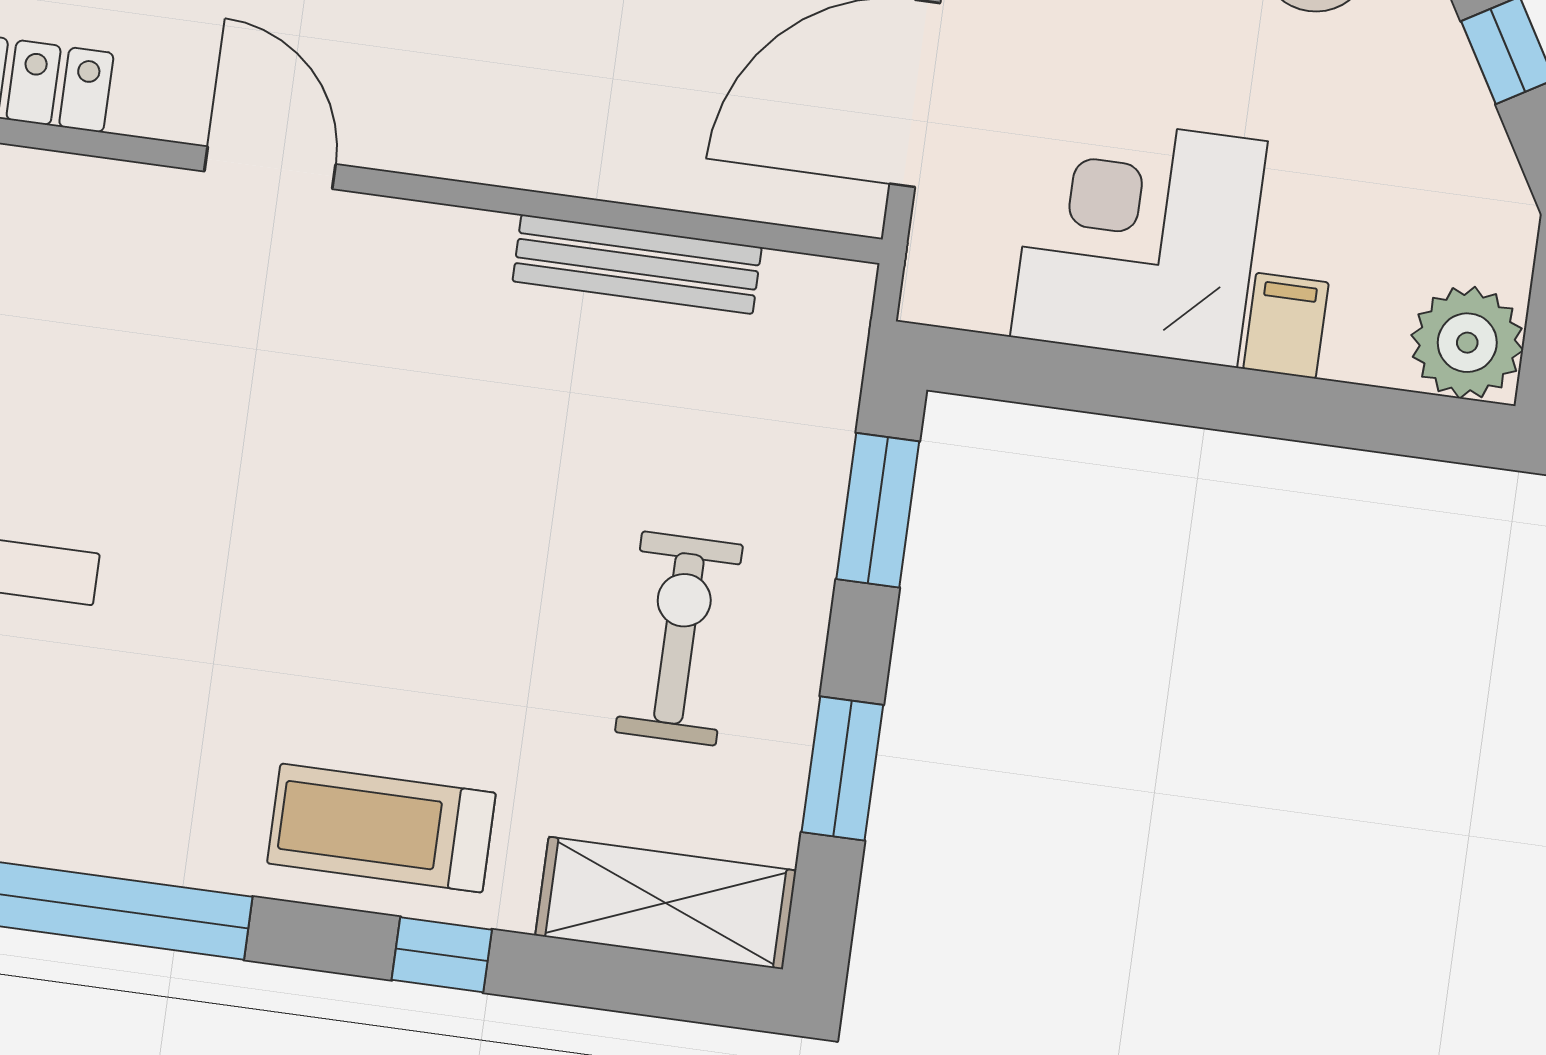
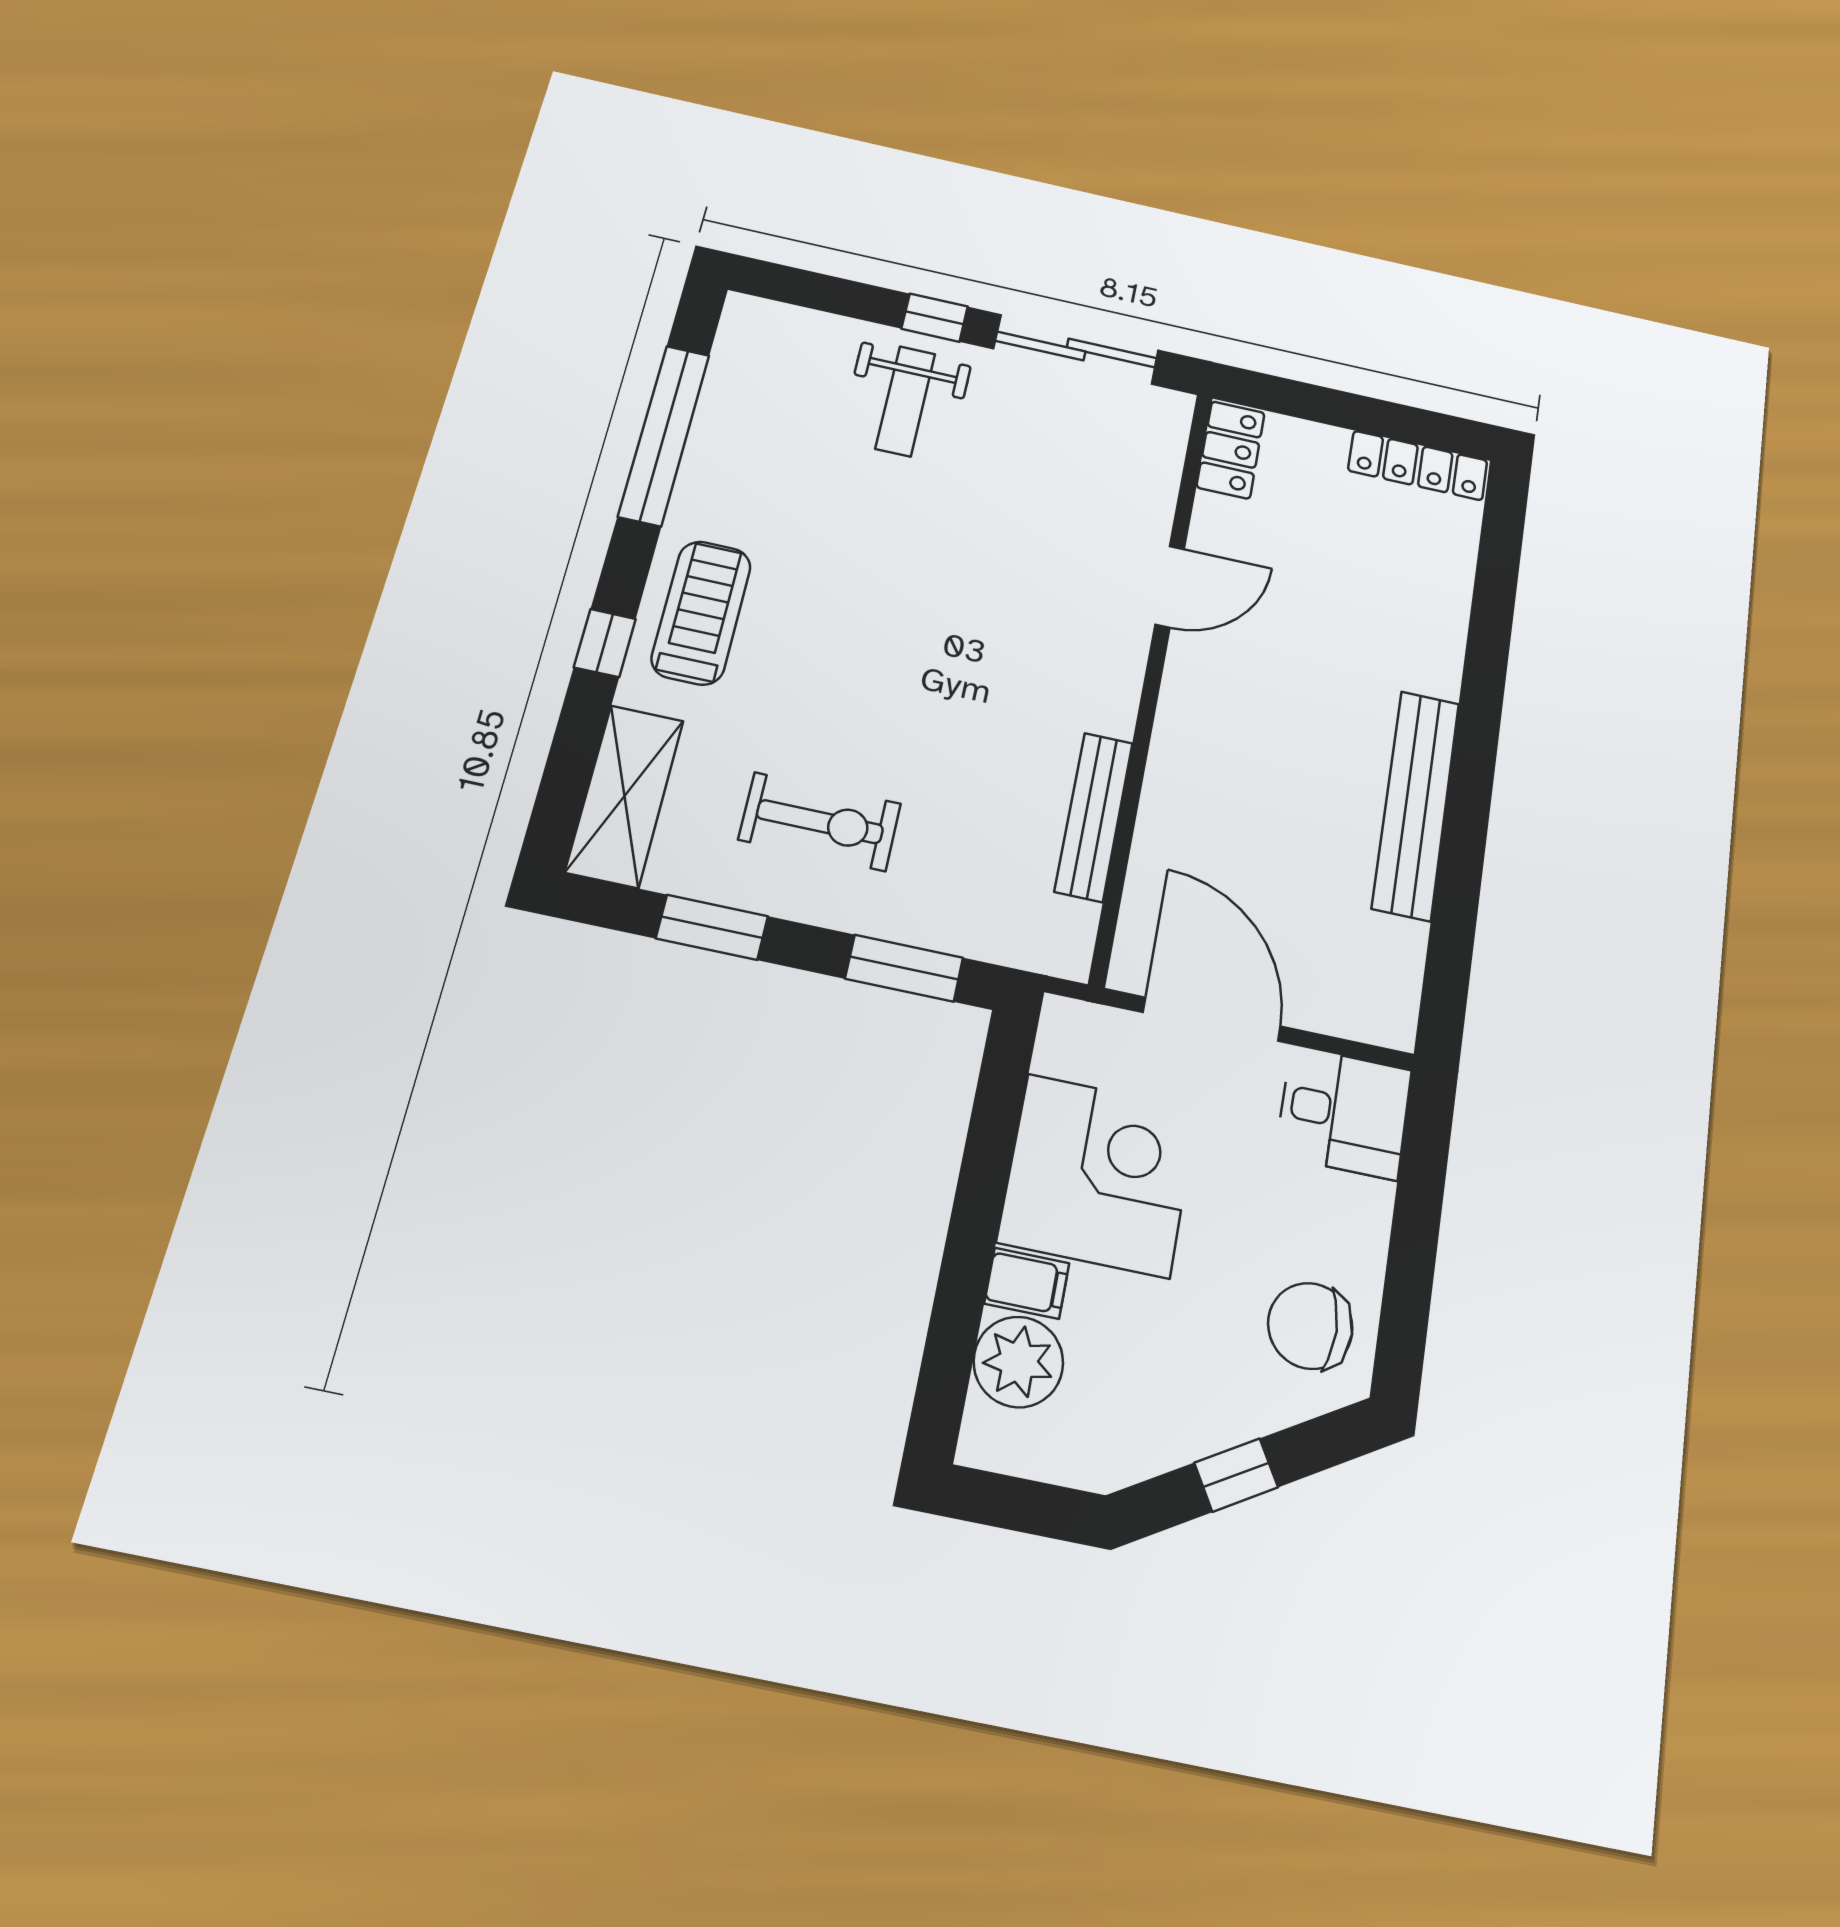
plant: (1467, 343) -> (1018, 1362), moved

